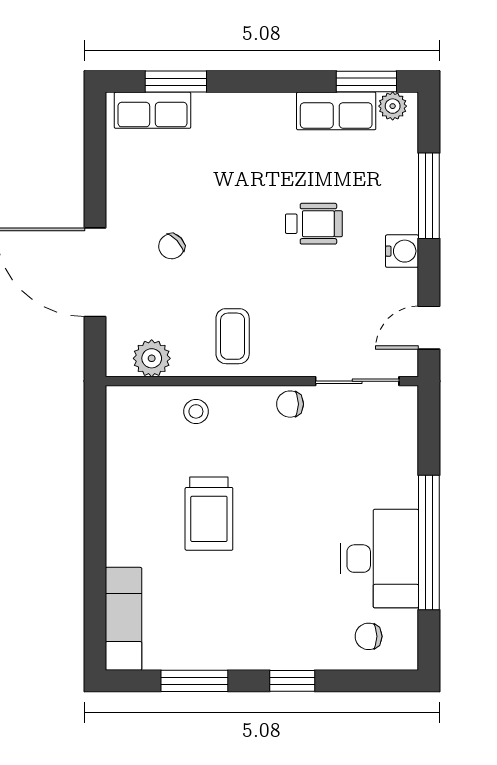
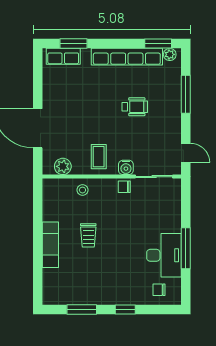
row of seats: (336, 111) -> (127, 57), width x2.02
chair: (171, 246) -> (72, 117), removed
water cooler: (402, 251) -> (126, 167), moved, turned 90
door: (429, 328) -> (186, 153), swing flipped
trolley: (209, 514) -> (88, 235), width x0.73, depth x0.72
window: (429, 543) -> (186, 248), width x0.68
exam couch: (124, 619) -> (50, 245), moved

